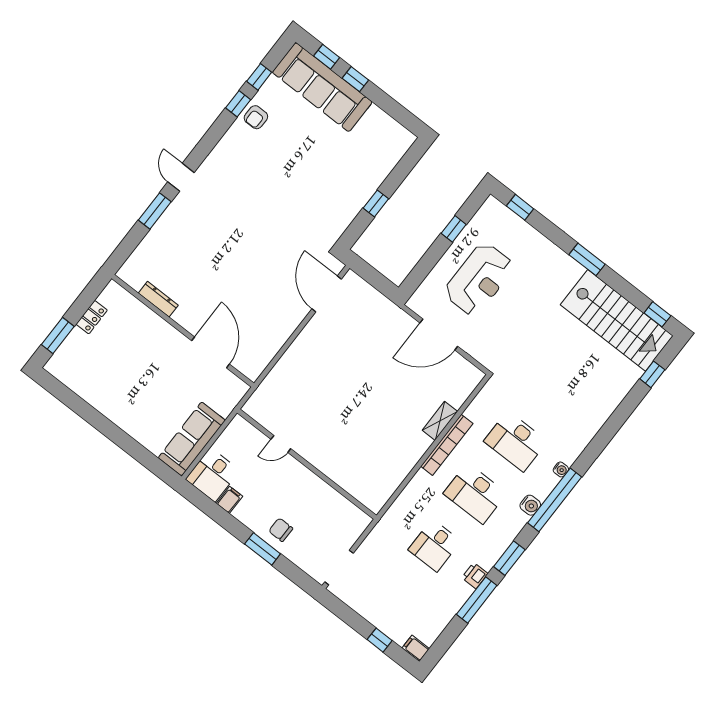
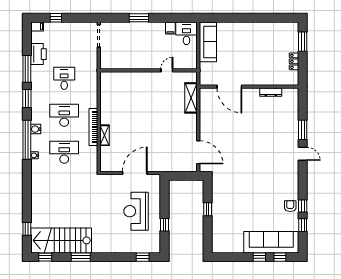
window: (587, 259) -> (81, 257), moved
shelving: (277, 379) -> (191, 98), added
chair: (281, 530) -> (137, 32), removed
printer: (475, 576) -> (38, 54), moved, width x1.87, depth x1.48

